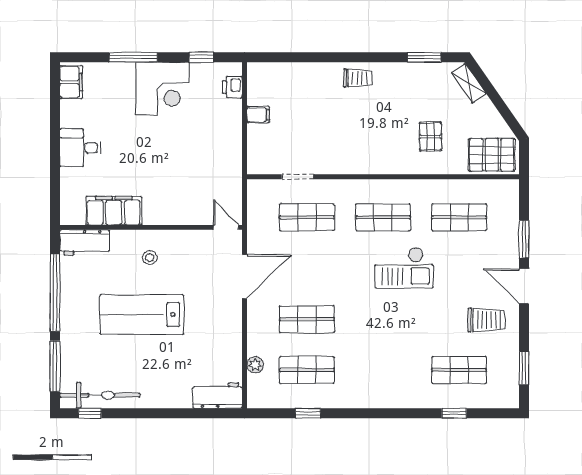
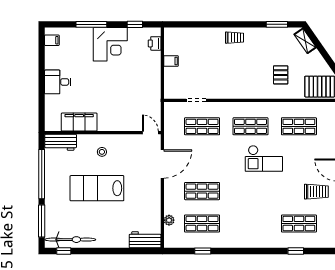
filing cabinet: (71, 82) -> (52, 40), width x0.50

